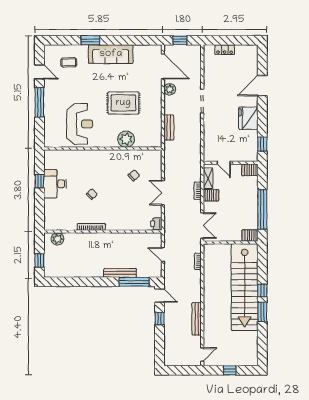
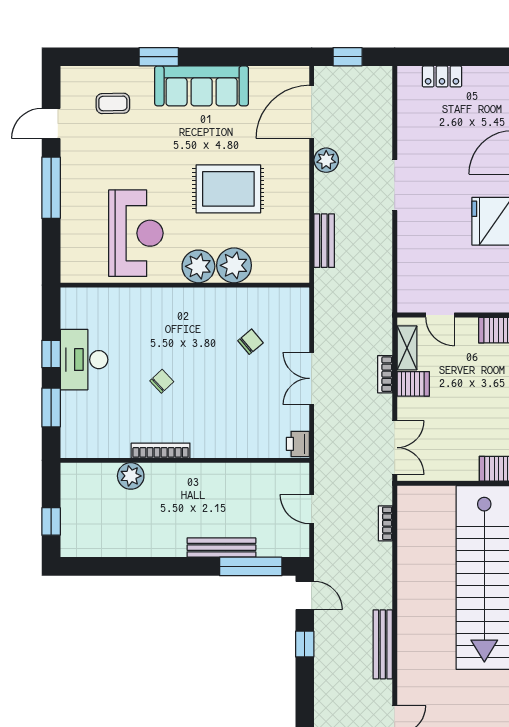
door: (163, 66) -> (312, 112), swing flipped
door: (39, 72) -> (51, 123), swing flipped
plant: (109, 140) -> (198, 266), added
window: (39, 207) -> (51, 408), added
plant: (57, 239) -> (131, 476), moved

